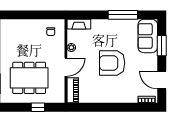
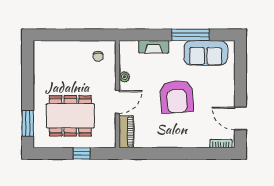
fireplace: (79, 24) -> (154, 47), moved
sofa: (148, 36) -> (206, 53), moved, turned -90
window: (162, 46) -> (240, 74), removed
armchair: (112, 63) -> (177, 97), turned -94

